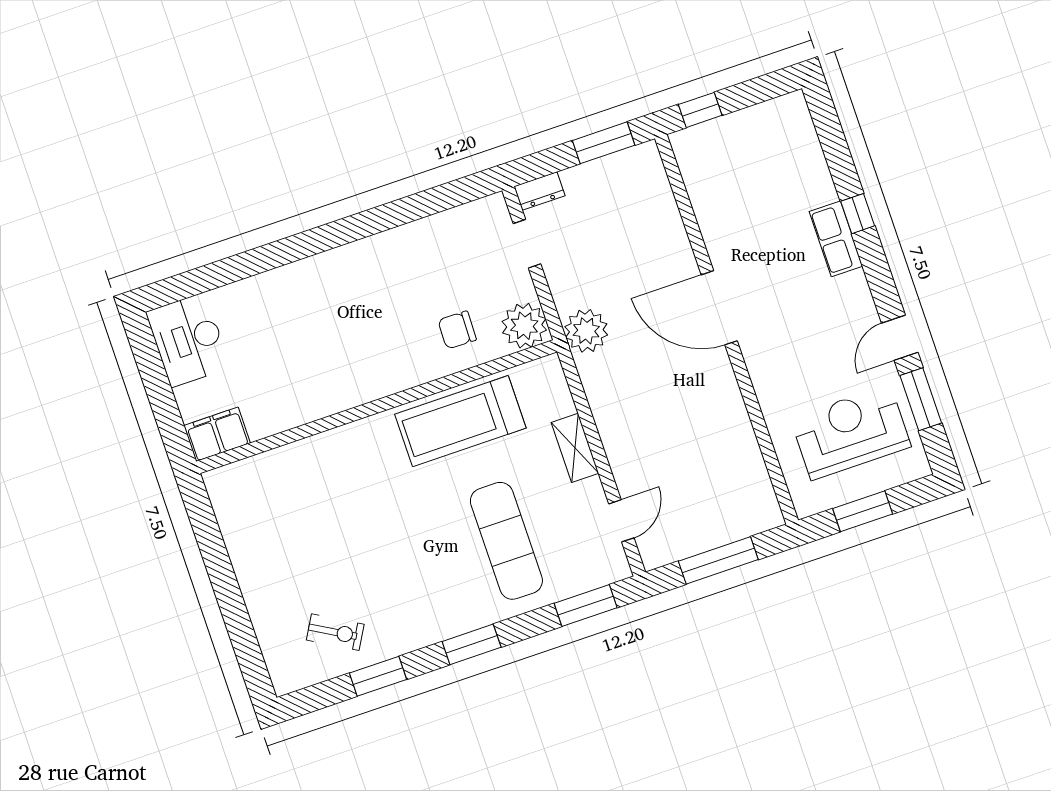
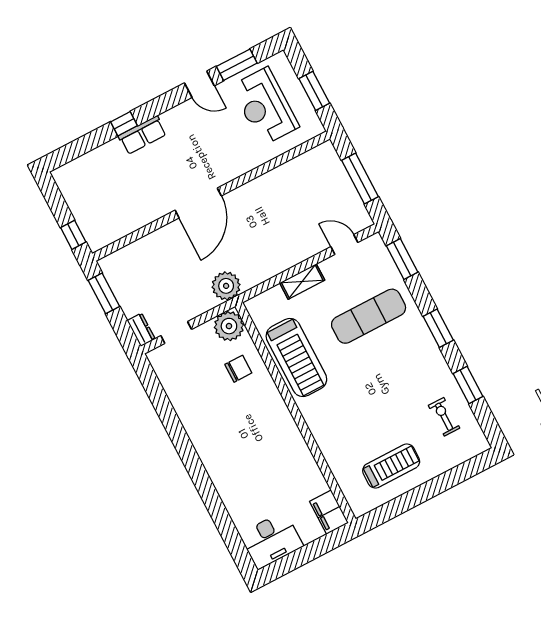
chair: (457, 330) -> (238, 369), turned -91
treadmill: (273, 540) -> (391, 466), added
exercise bike: (335, 632) -> (444, 417), turned -30

